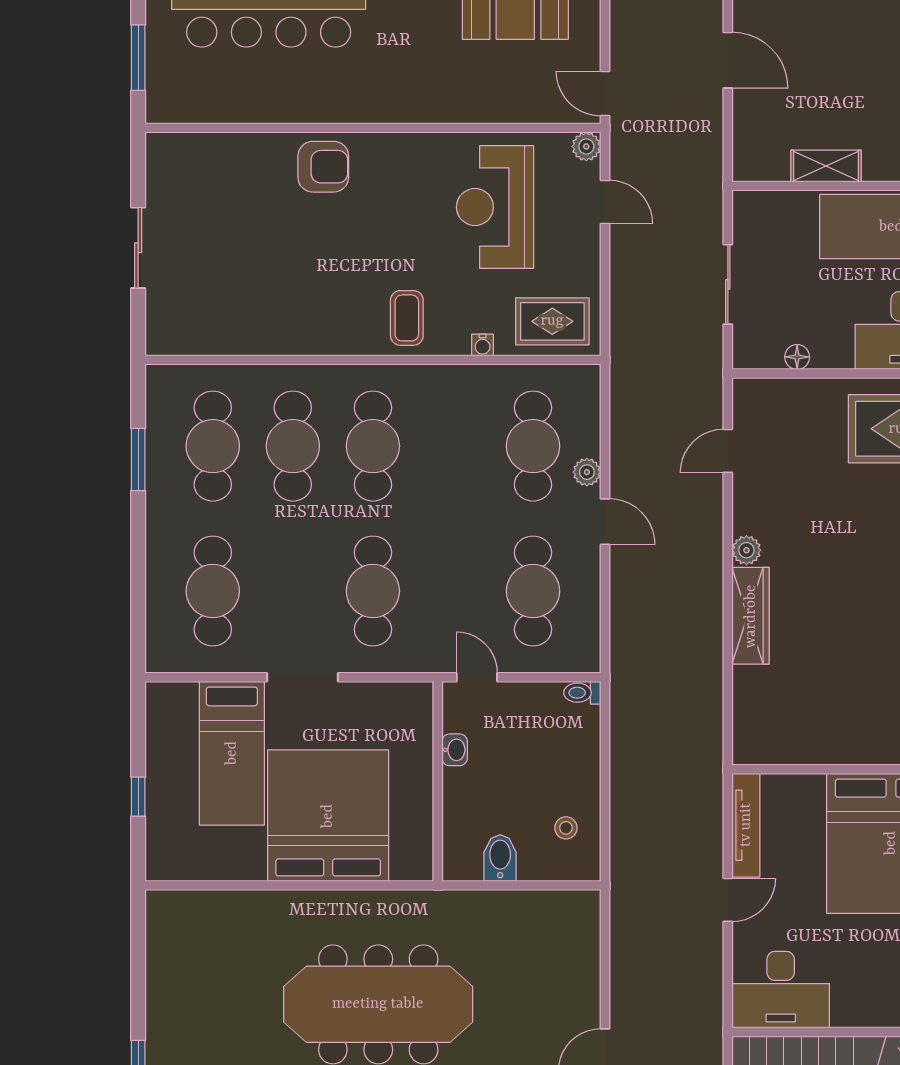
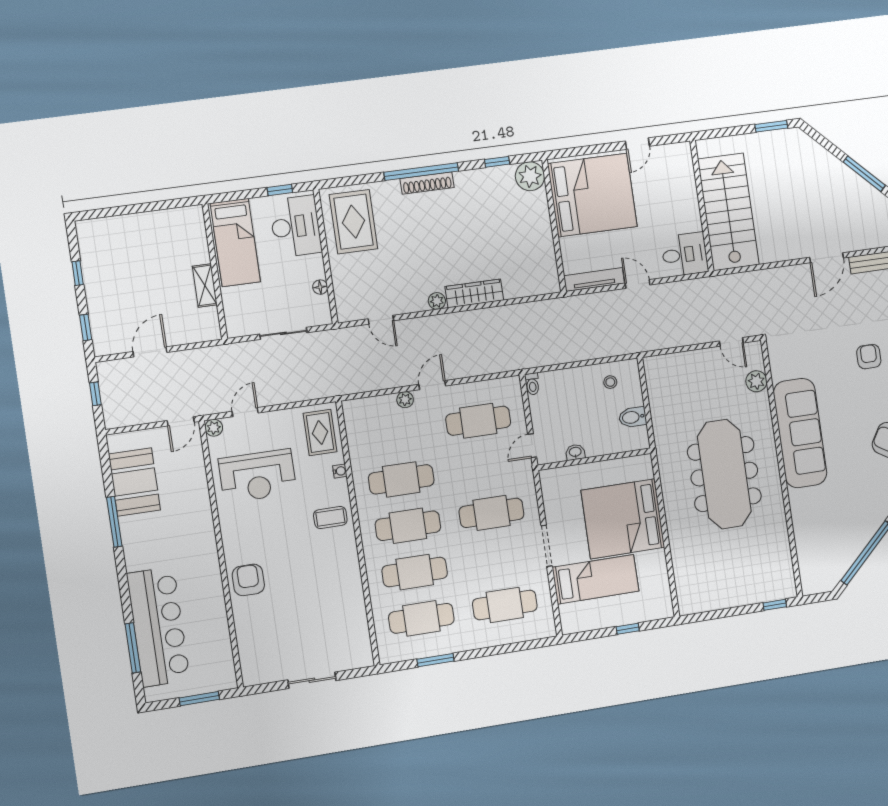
cafe table: (533, 446) -> (401, 479), moved
desk: (781, 990) -> (685, 254), width x0.73

